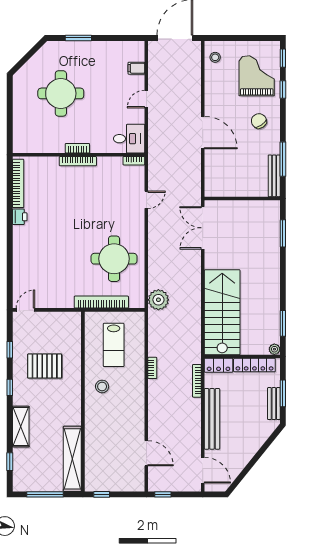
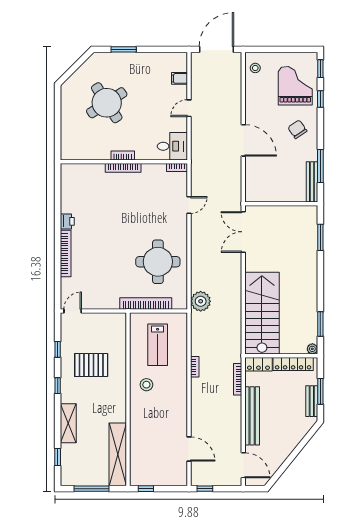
round table: (61, 93) -> (107, 103), turned -33
bookcase: (18, 183) -> (66, 253), moved

